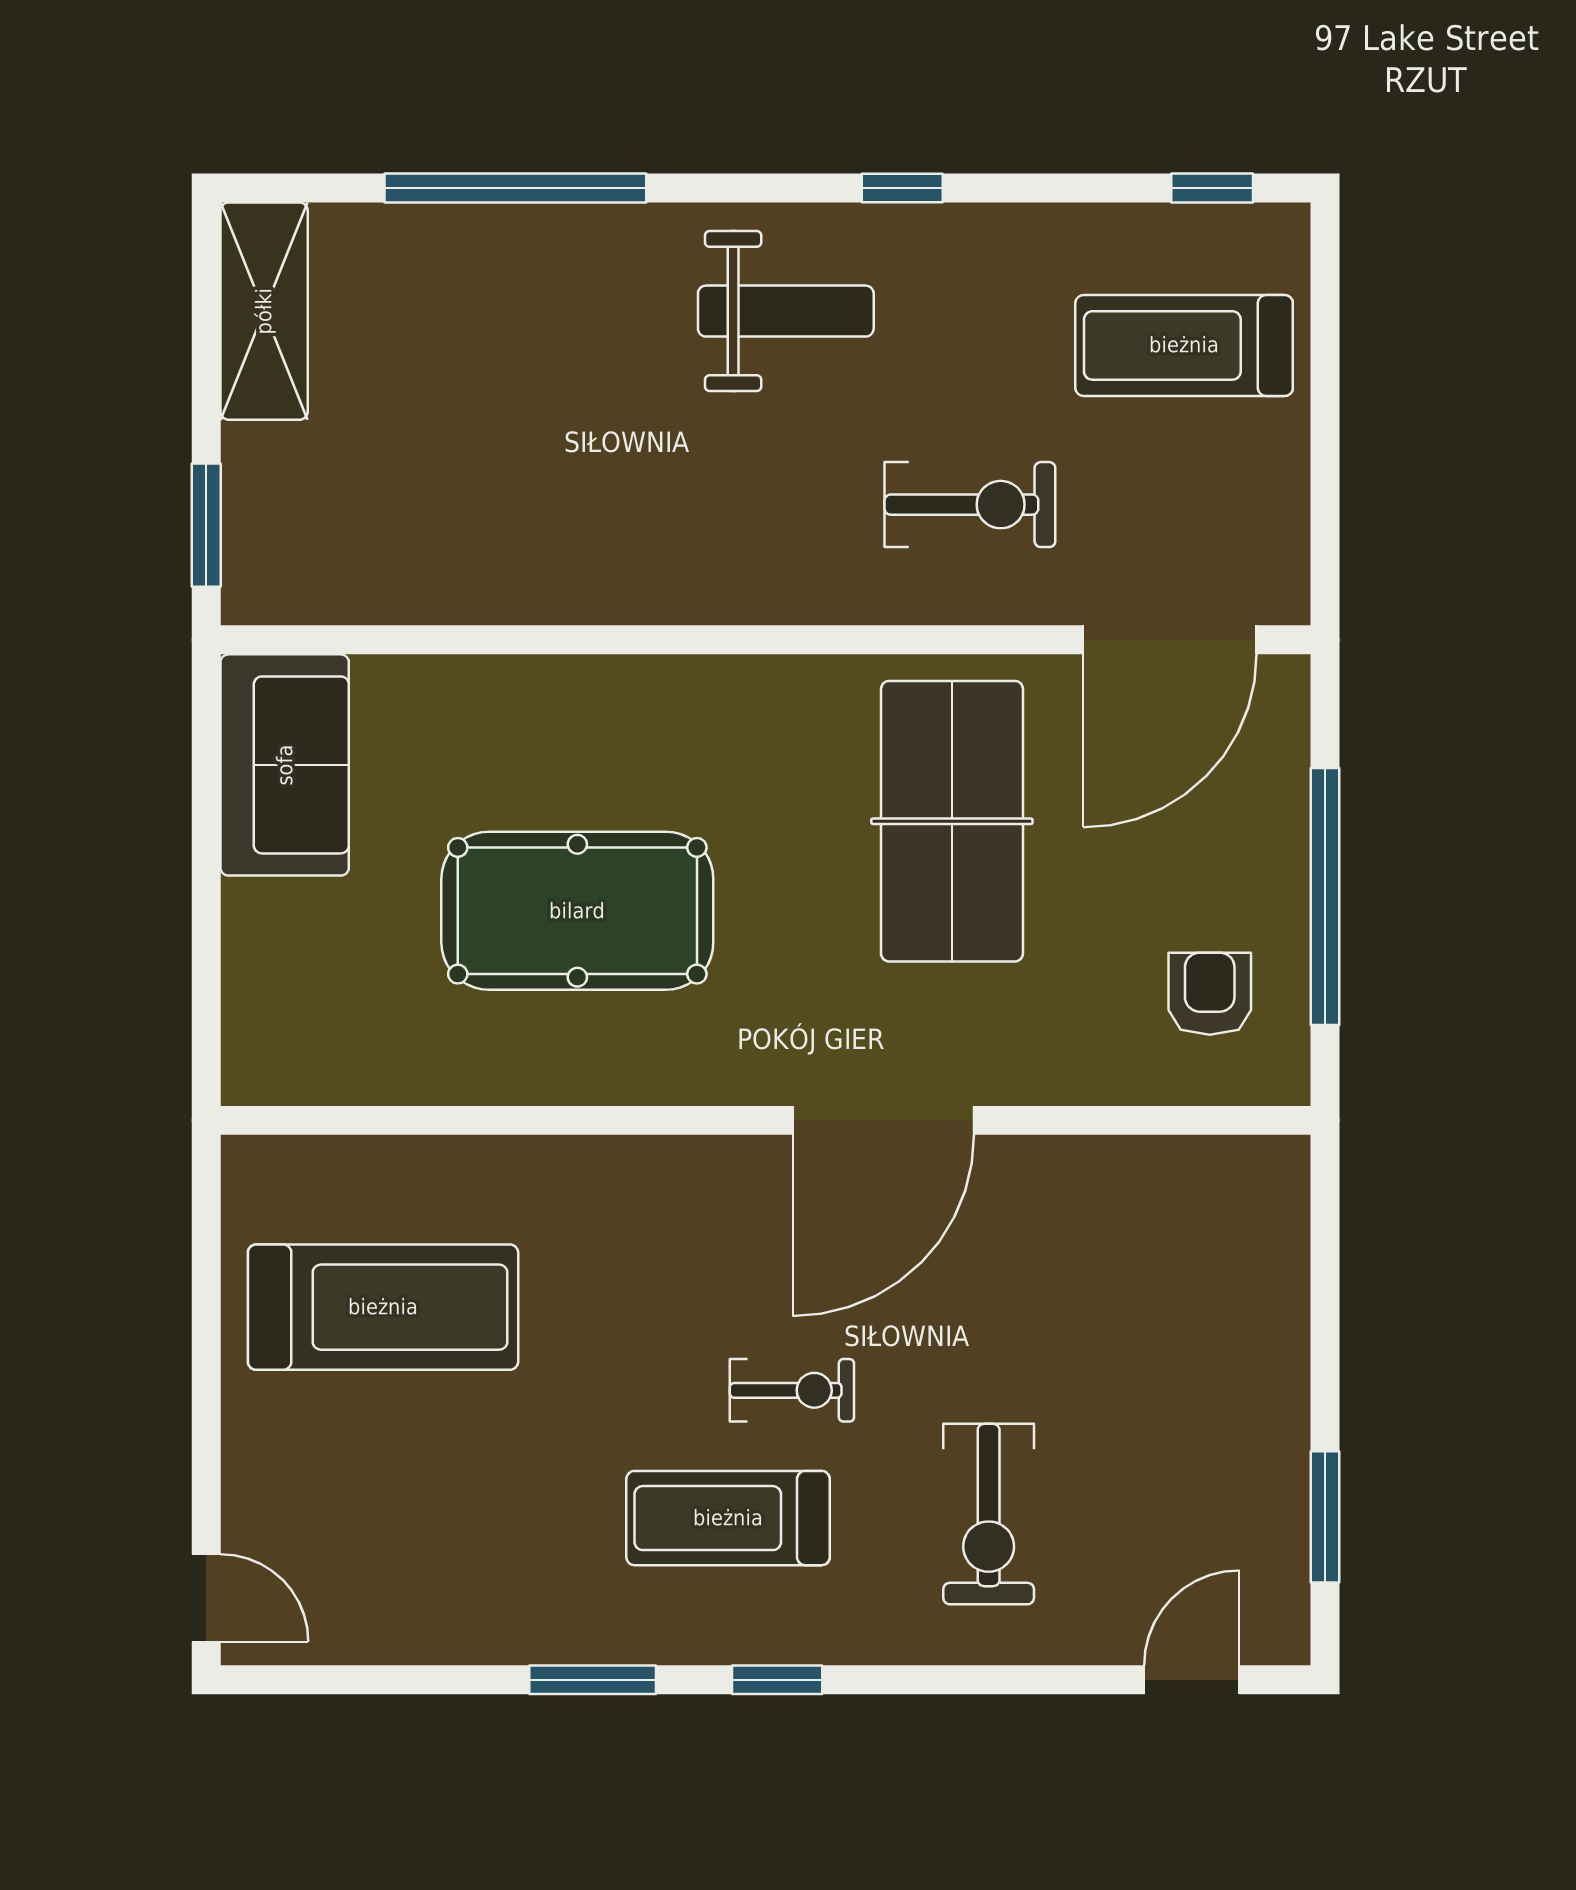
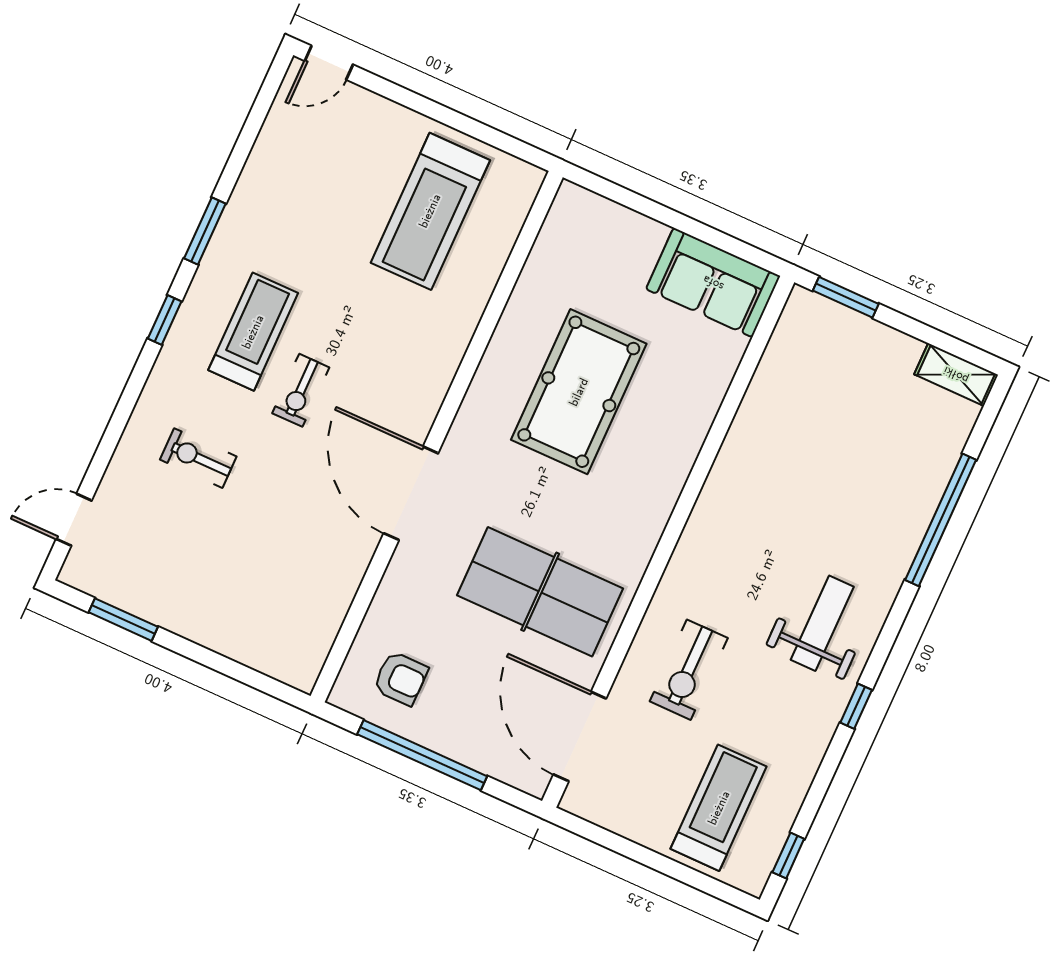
shelving: (264, 311) -> (956, 375), width x0.67, depth x0.75
weight bench: (786, 311) -> (822, 623), turned 180
exercise bike: (989, 1514) -> (198, 458), width x0.73, depth x0.72
door: (1192, 1680) -> (74, 520), swing flipped

